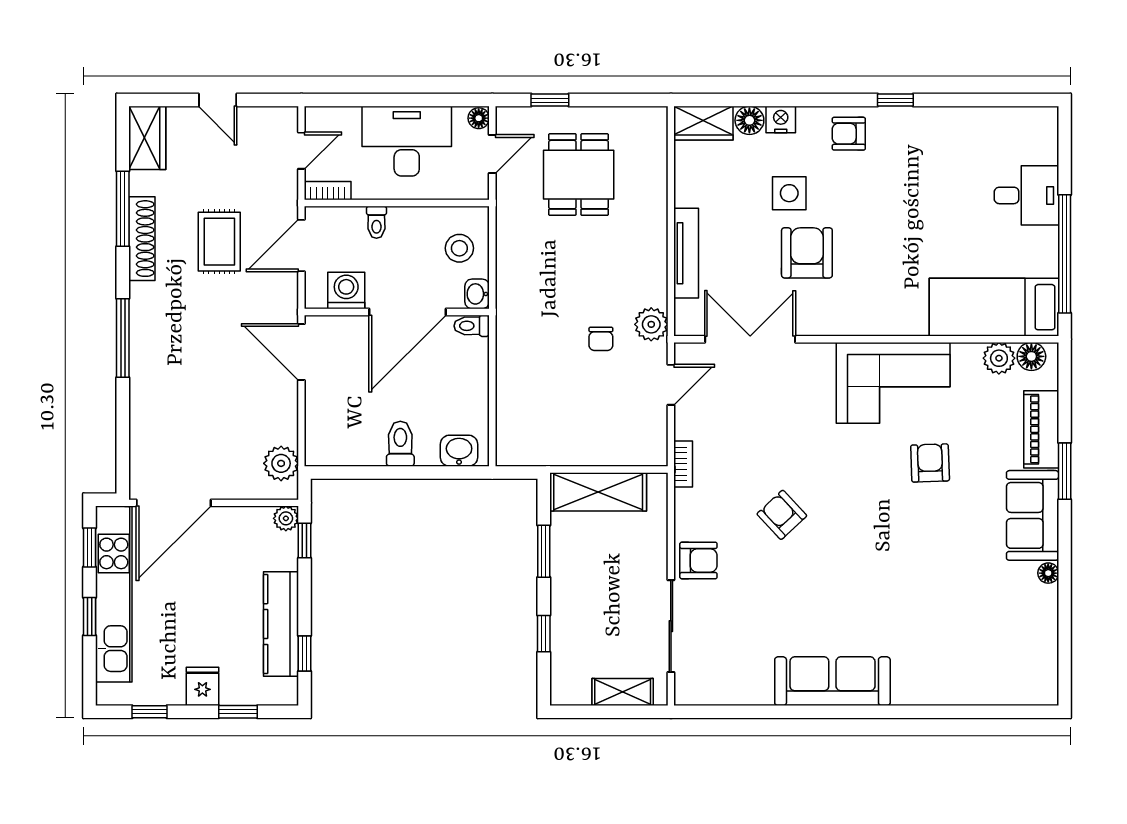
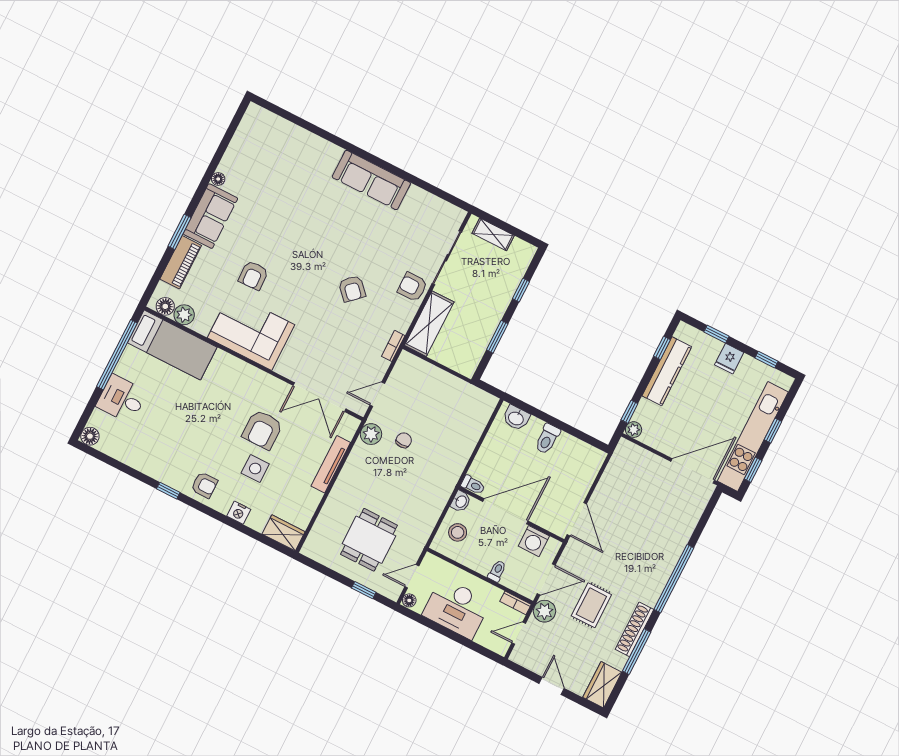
floor lamp: (749, 120) -> (90, 436), moved
window: (123, 338) -> (674, 579), width x1.46
plant: (281, 463) -> (544, 611), moved
shelving: (598, 492) -> (429, 324), moved, turned 90

